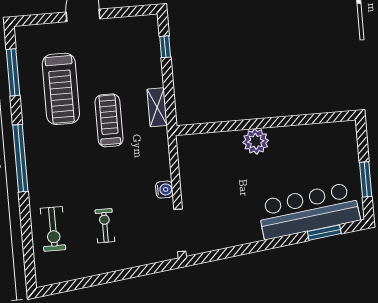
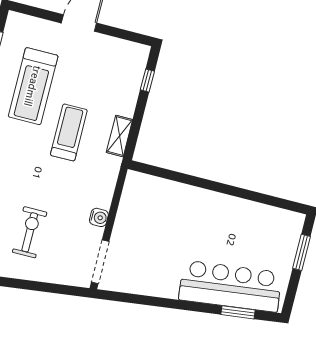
plant: (256, 141) -> (203, 202), removed
window: (366, 179) -> (301, 252), moved
exercise bike: (105, 226) -> (30, 232), width x1.38, depth x1.39

